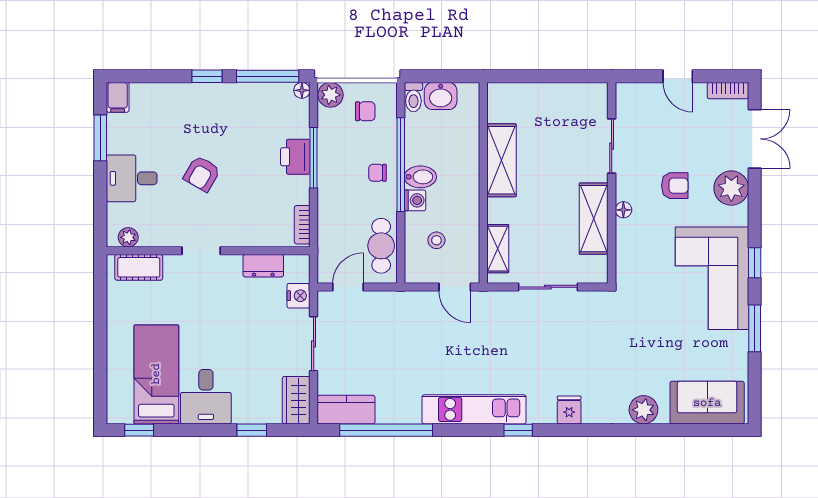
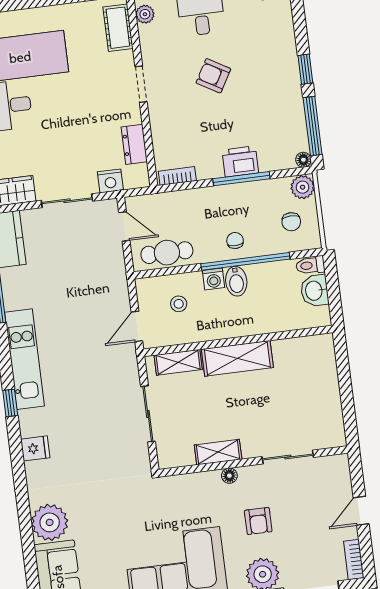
shelving: (501, 160) -> (237, 358), moved
shelving: (594, 219) -> (218, 452), width x0.67, depth x0.75
plant: (643, 410) -> (50, 522), width x1.36, depth x1.36

